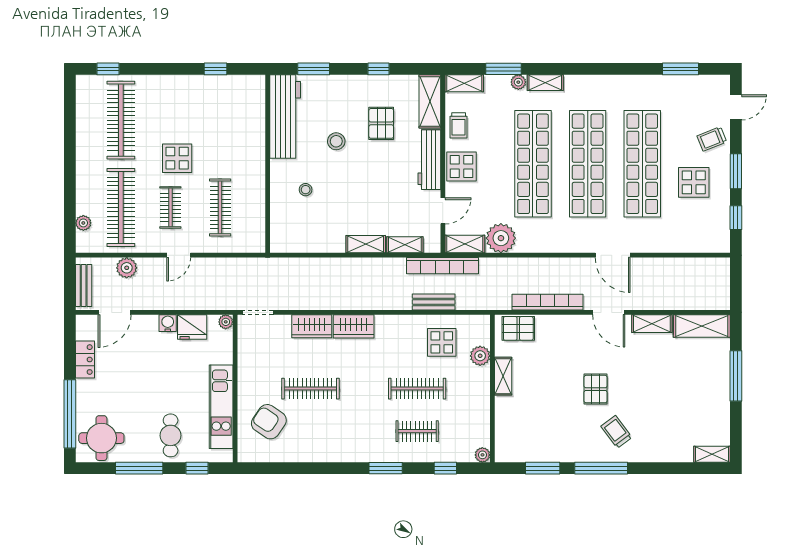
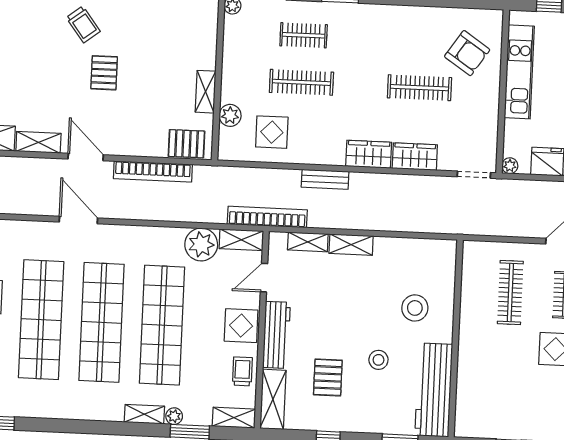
stool: (306, 190) -> (415, 308), width x1.89, depth x1.89
bench: (434, 302) -> (325, 179), moved

